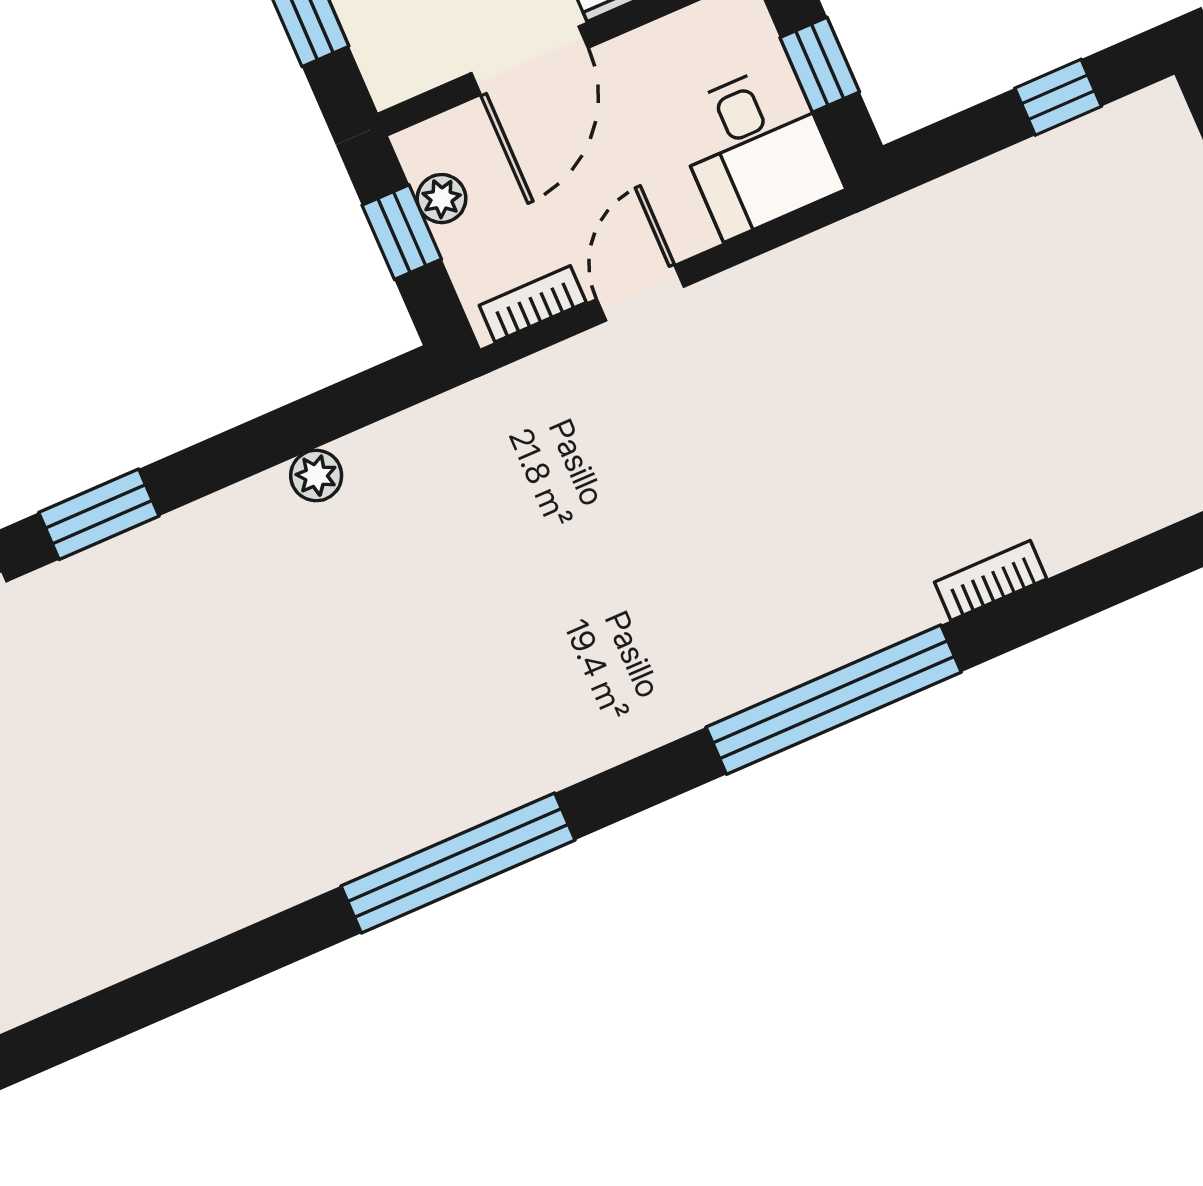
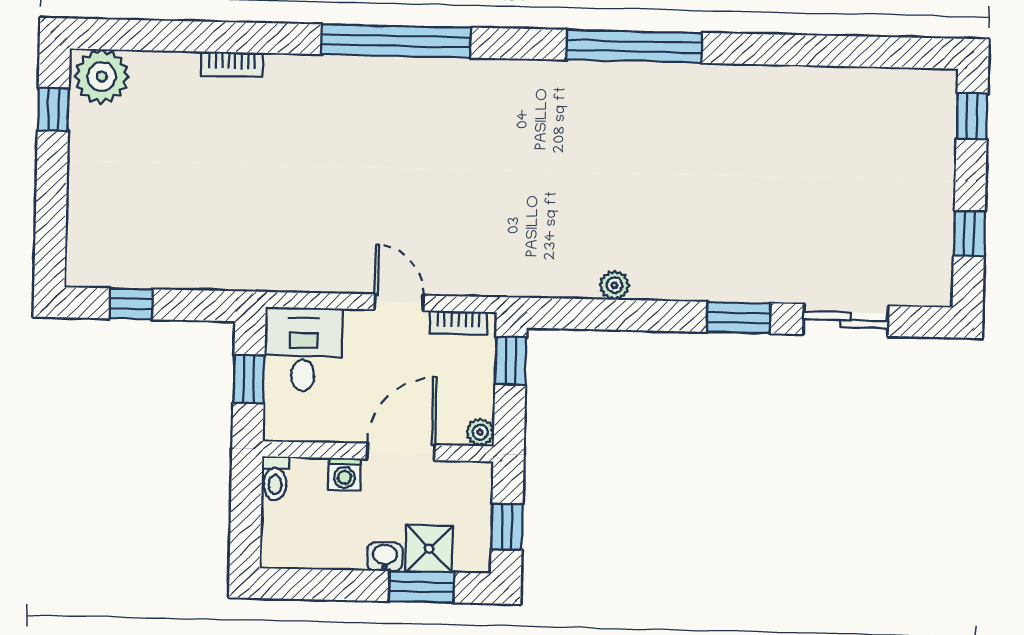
plant: (442, 199) -> (480, 432), moved
window: (402, 232) -> (511, 361), moved
door: (640, 293) -> (399, 302), swing flipped
bookcase: (991, 580) -> (232, 64), moved

